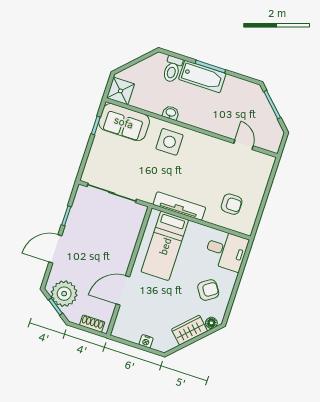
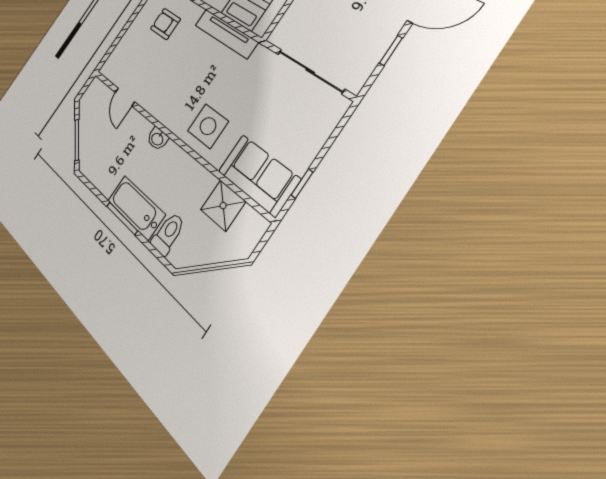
shower: (121, 91) -> (223, 206), moved
washbasin: (171, 113) -> (158, 139), moved

